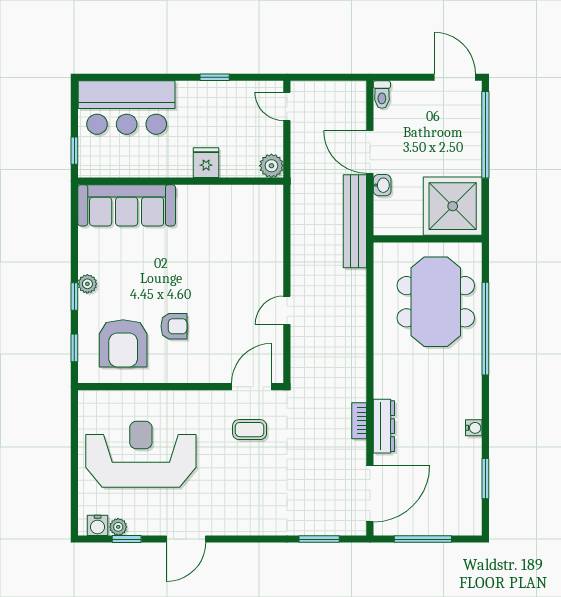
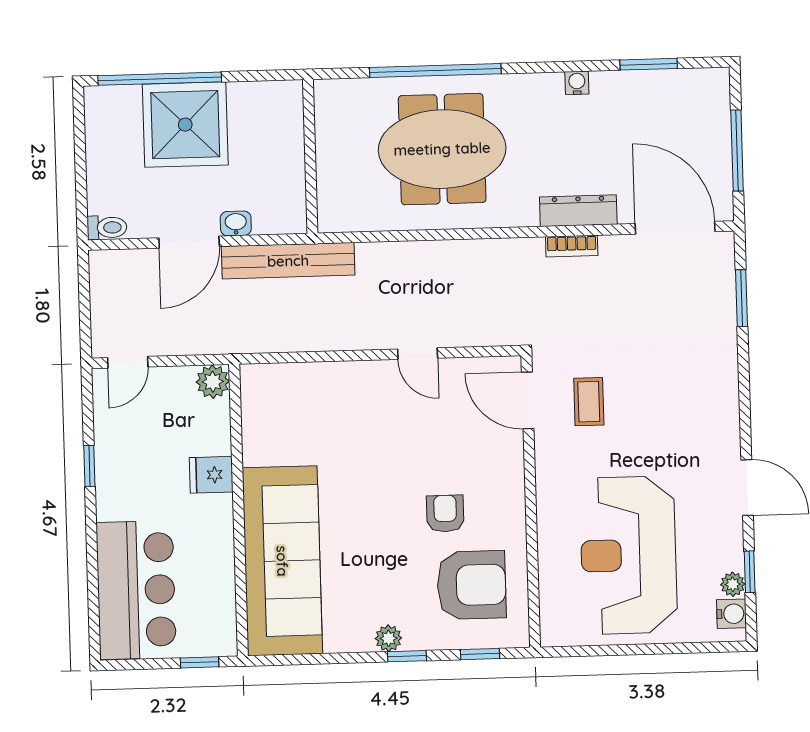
door: (455, 77) -> (79, 125), removed
sofa: (127, 205) -> (282, 561), width x1.36, depth x1.27
shower: (453, 206) -> (185, 125), moved
meeting table: (436, 302) -> (442, 149), moved

